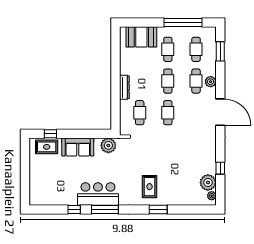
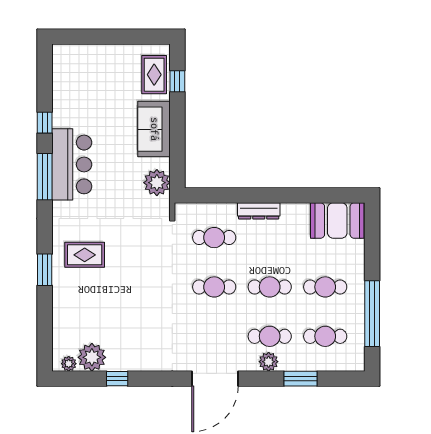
booth: (141, 37) -> (337, 220), moved, turned 90
window: (220, 51) -> (300, 379), moved

